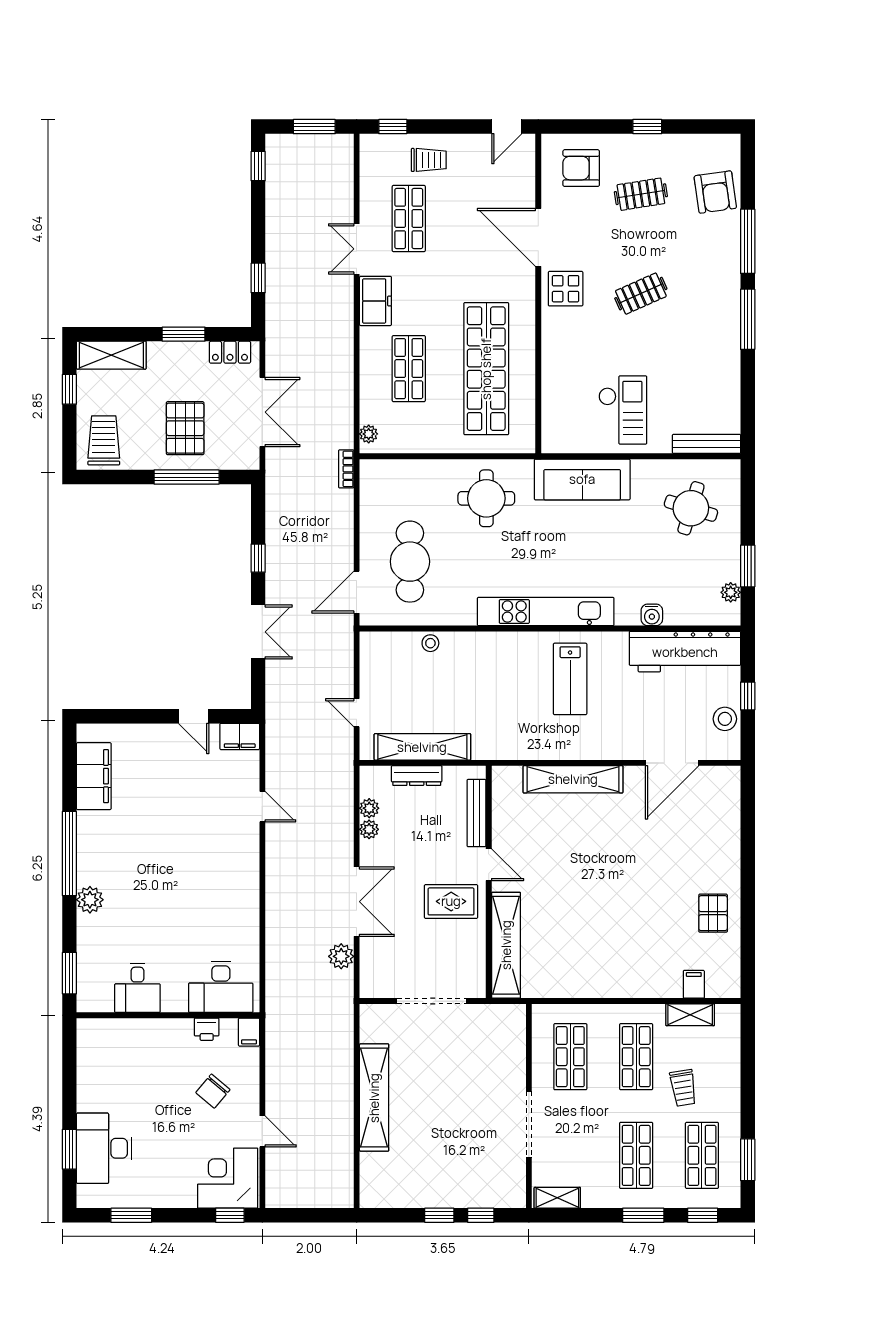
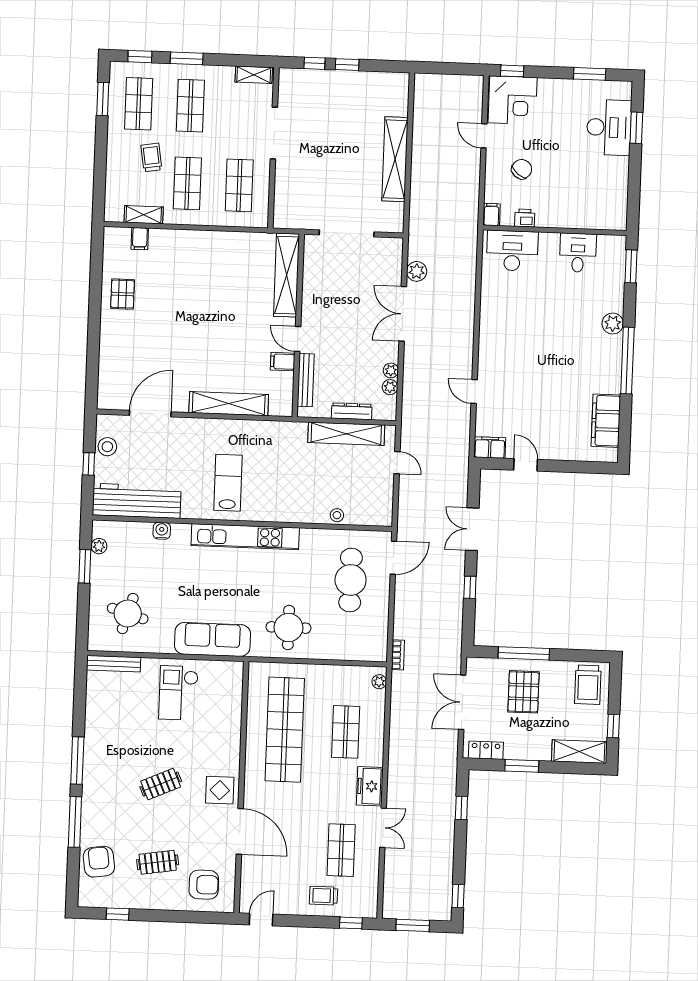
window: (647, 127) -> (118, 914), moved
filing cabinet: (507, 835) -> (283, 362), added
rug: (451, 901) -> (328, 311), removed

